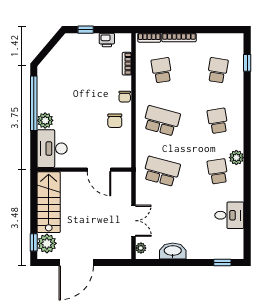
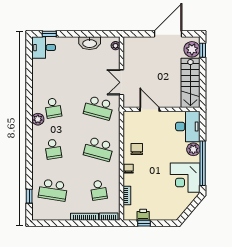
window: (86, 30) -> (144, 223), moved
school desk: (218, 70) -> (53, 190), width x1.85
corner desk: (55, 86) -> (185, 178), added
desk: (229, 215) -> (44, 48), moved
double door: (134, 221) -> (121, 82), moved

